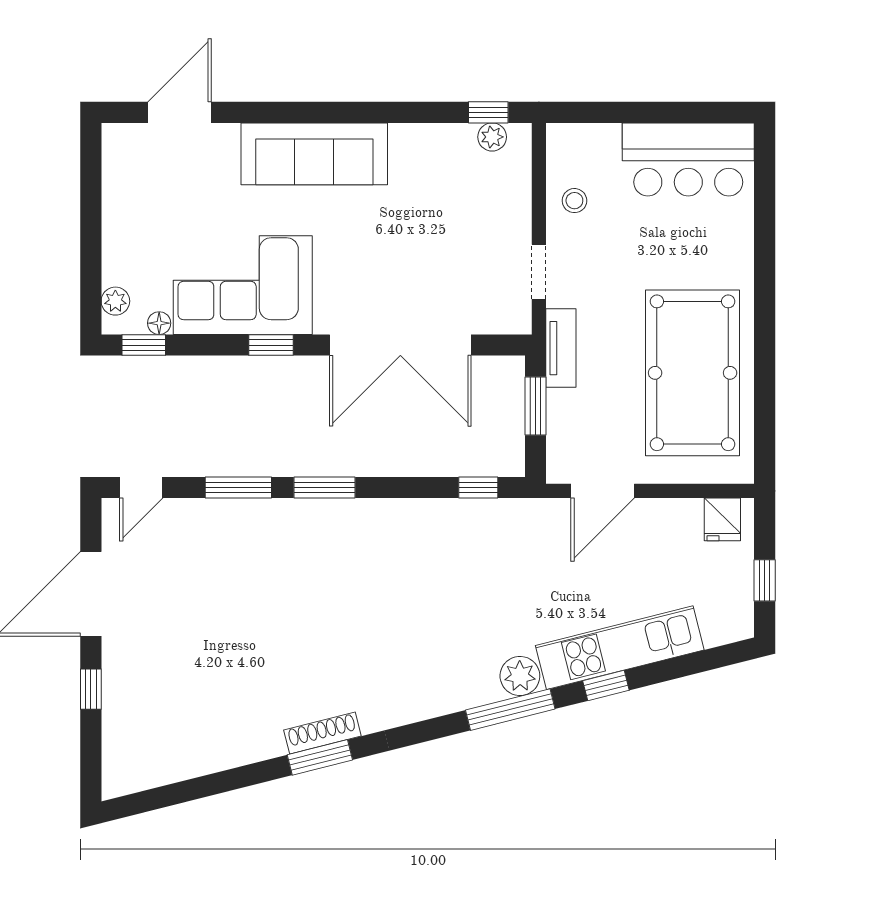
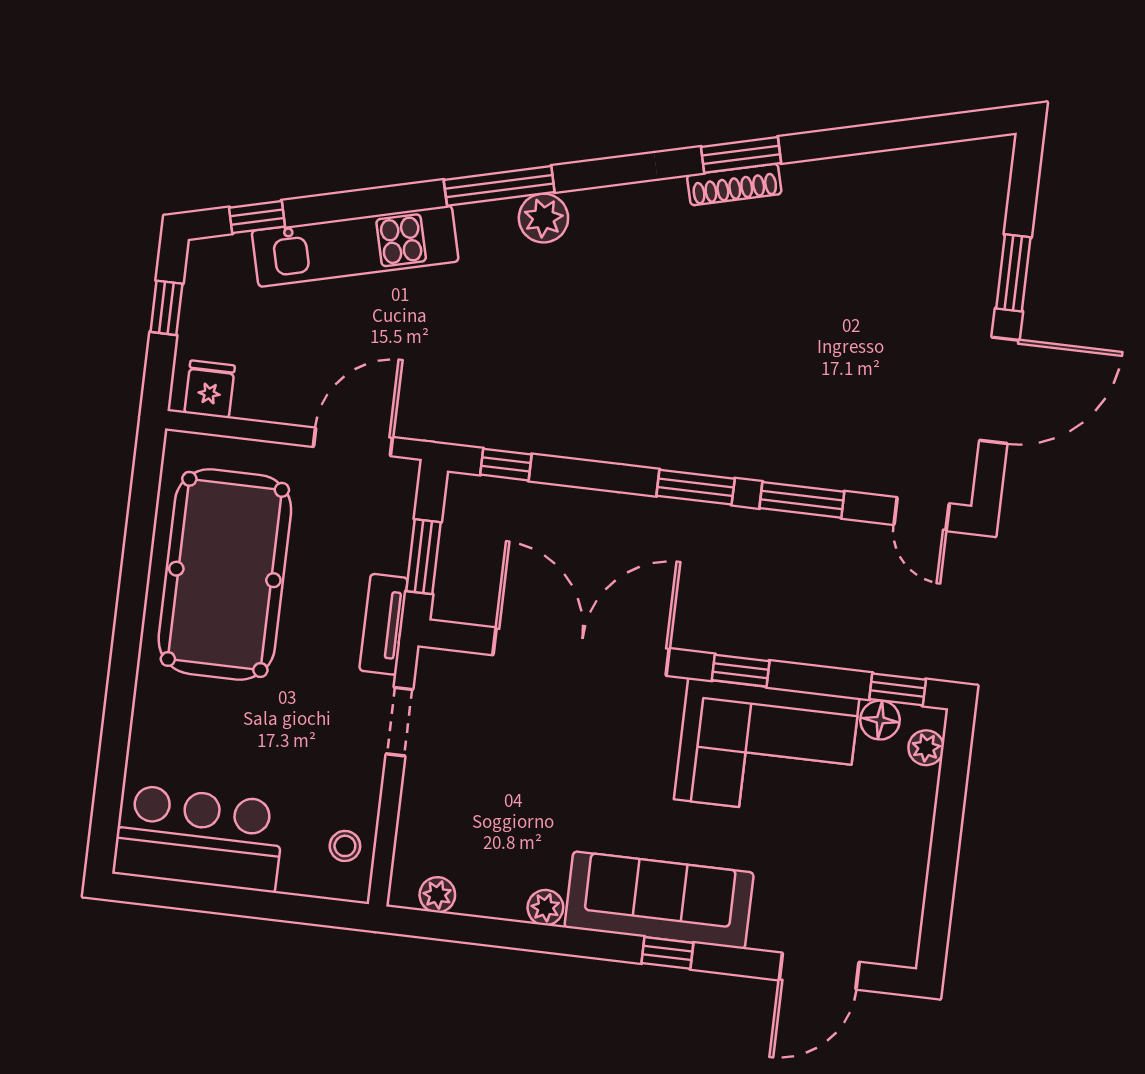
window: (488, 112) -> (667, 953), moved
plant: (404, 137) -> (545, 908), added
stool: (574, 201) -> (345, 846), moved
floor lamp: (159, 323) -> (880, 720), width x1.37, depth x1.37
door: (141, 487) -> (922, 514), swing flipped
plant: (520, 676) -> (543, 218), moved
window: (606, 685) -> (257, 217), moved
window: (91, 689) -> (1013, 273), width x1.50

